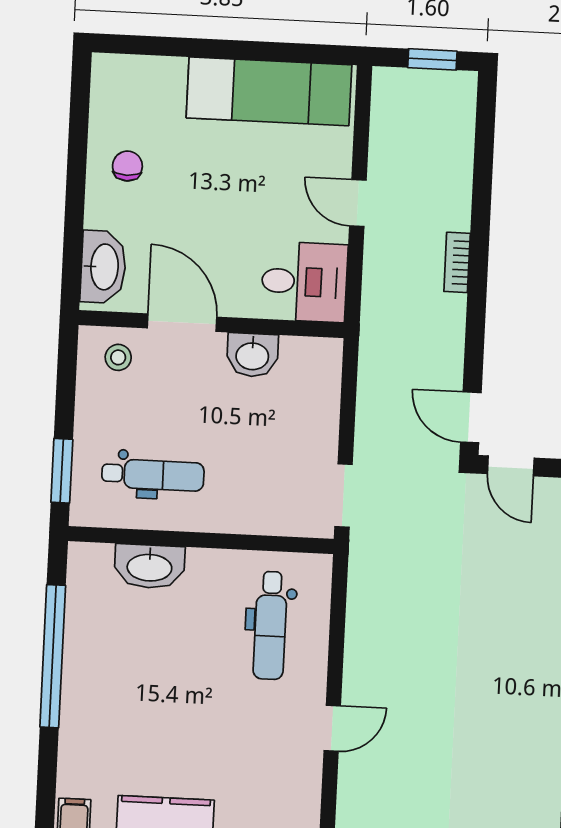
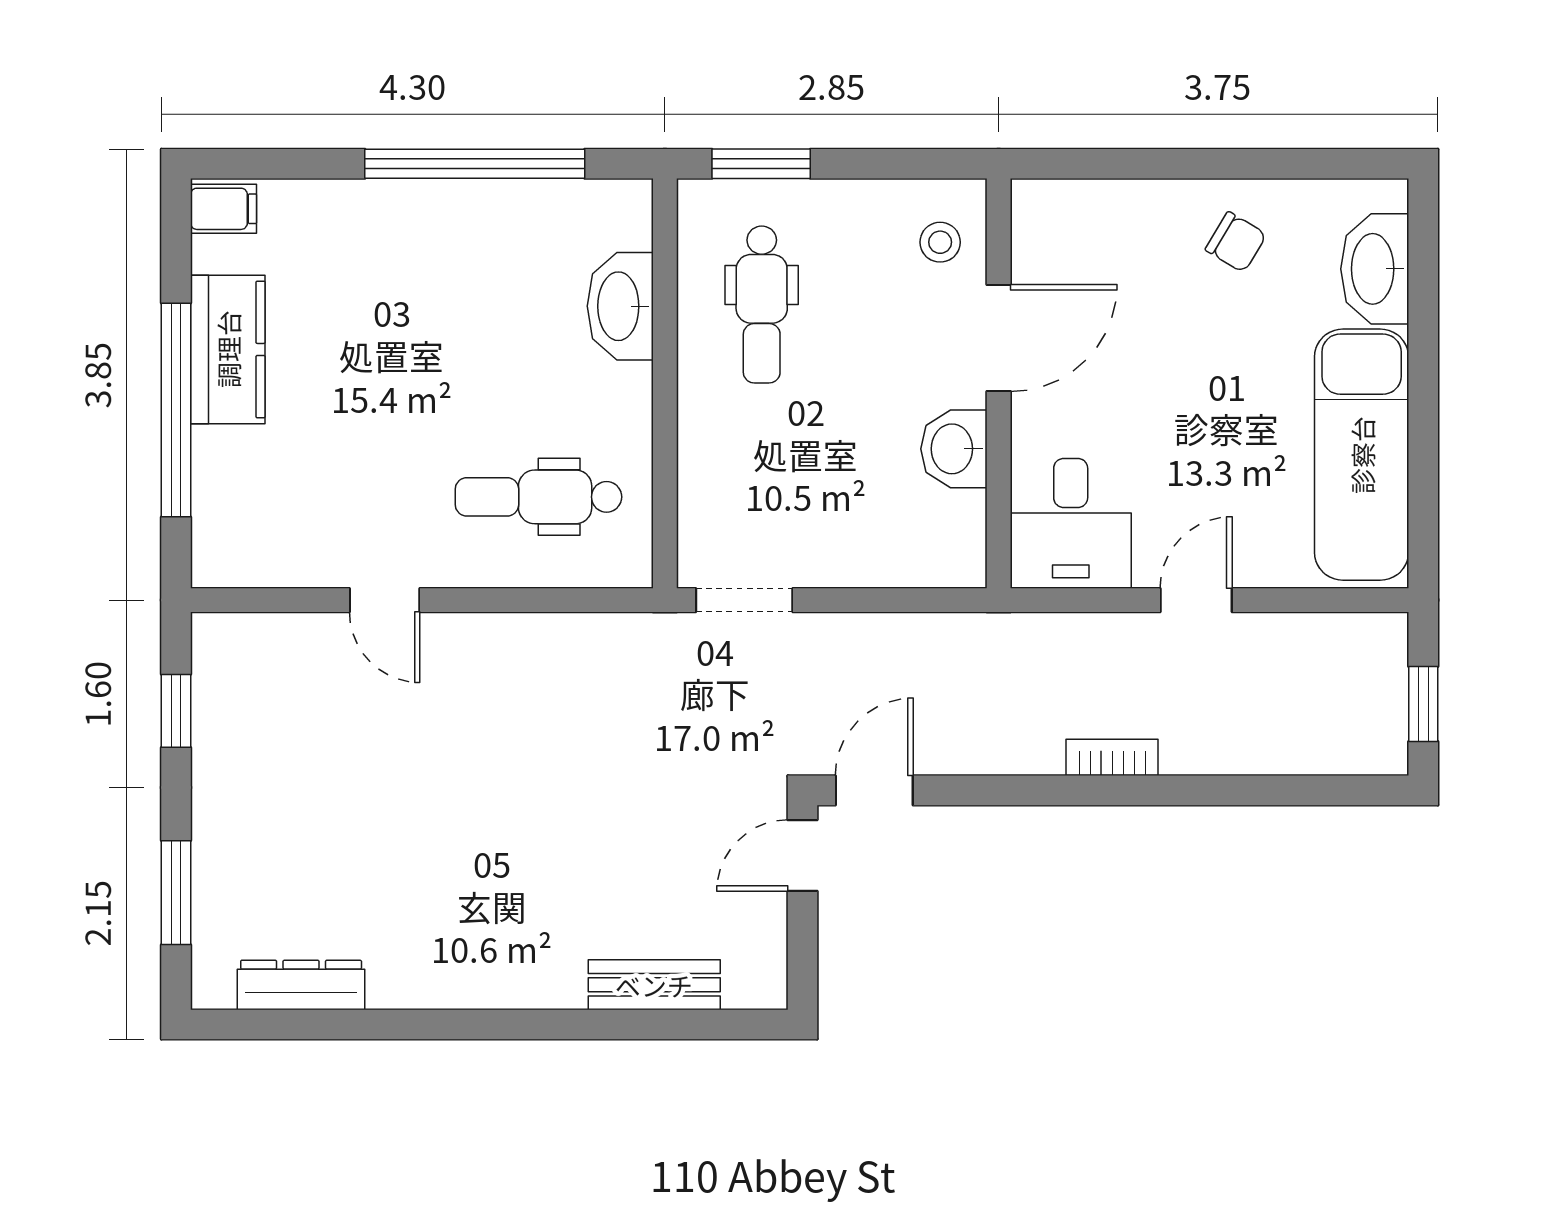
chair: (127, 166) -> (1236, 242), turned 31
washbasin: (103, 267) -> (1375, 269), moved, turned 90

